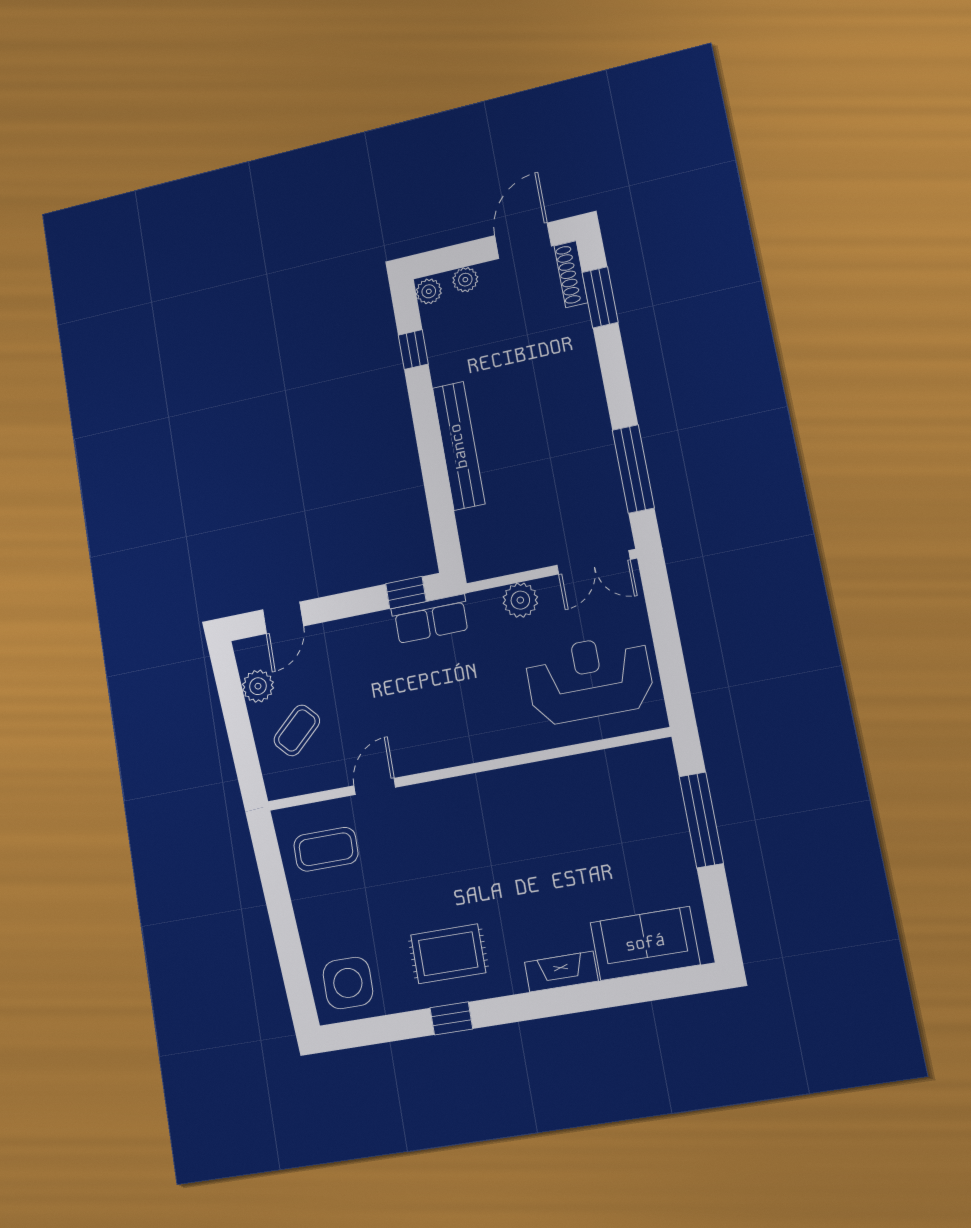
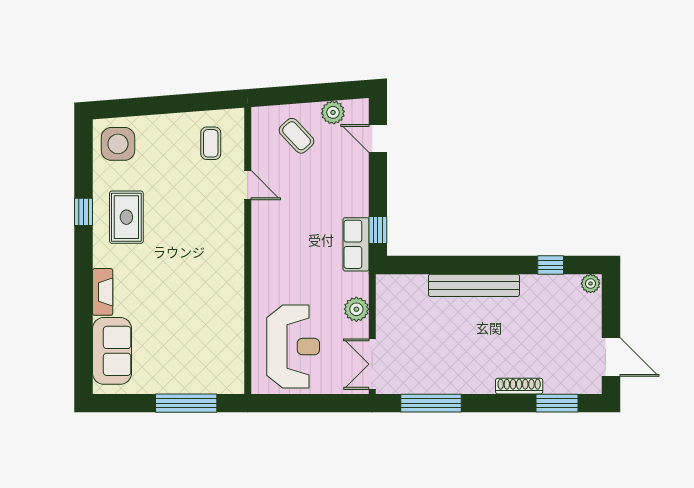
shoe rack: (571, 274) -> (519, 386), moved
plant: (465, 280) -> (593, 311), removed
coffee table: (326, 849) -> (211, 143), width x0.73, depth x0.77

